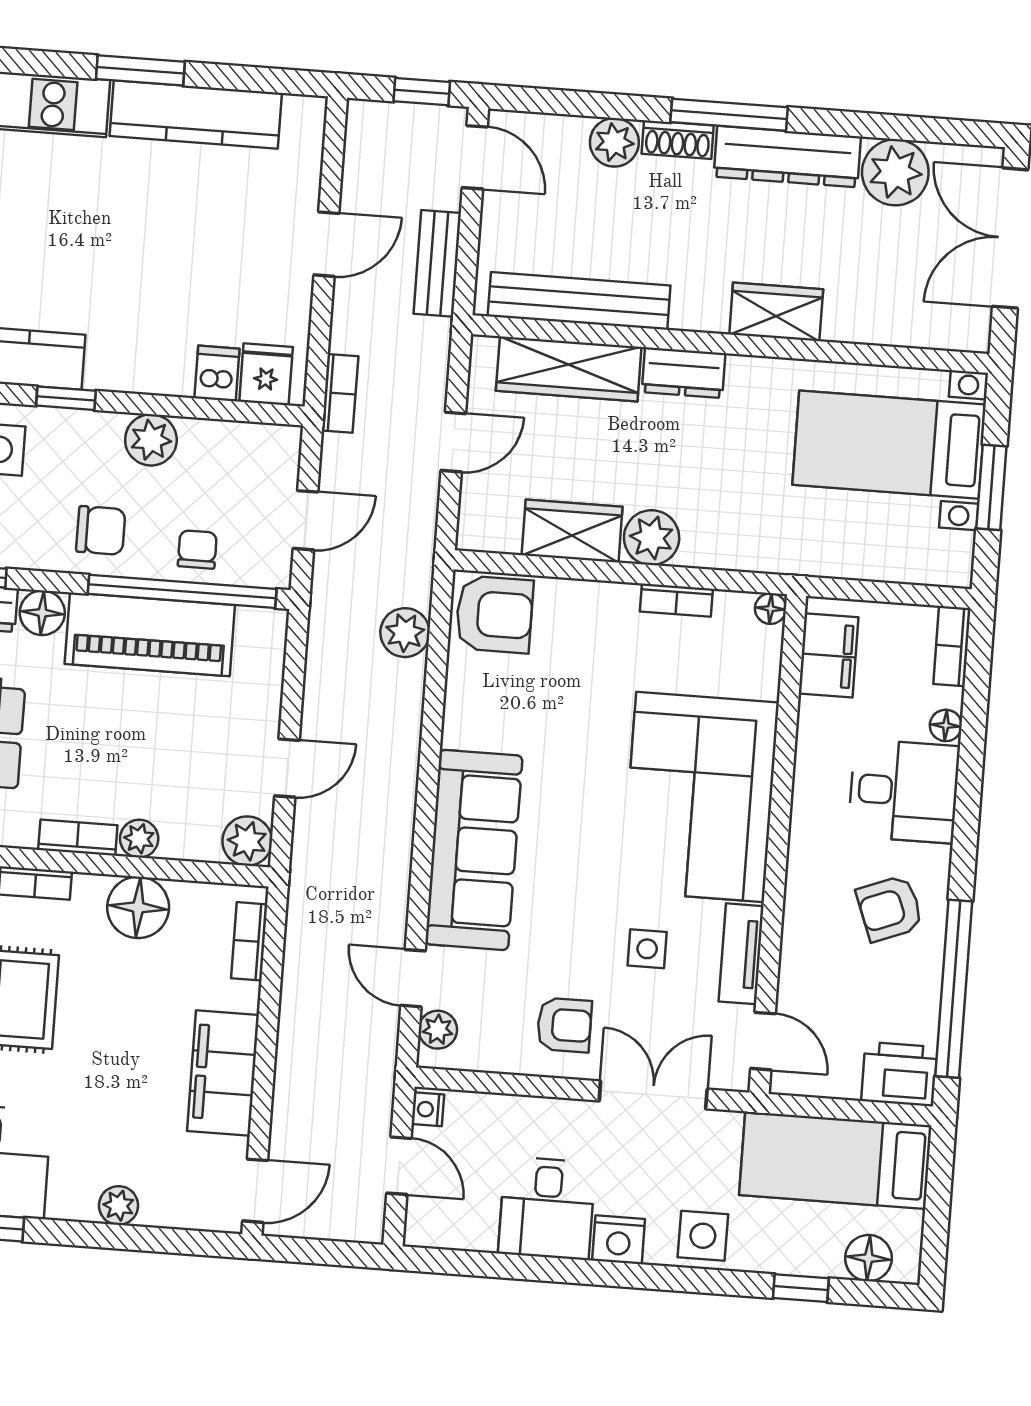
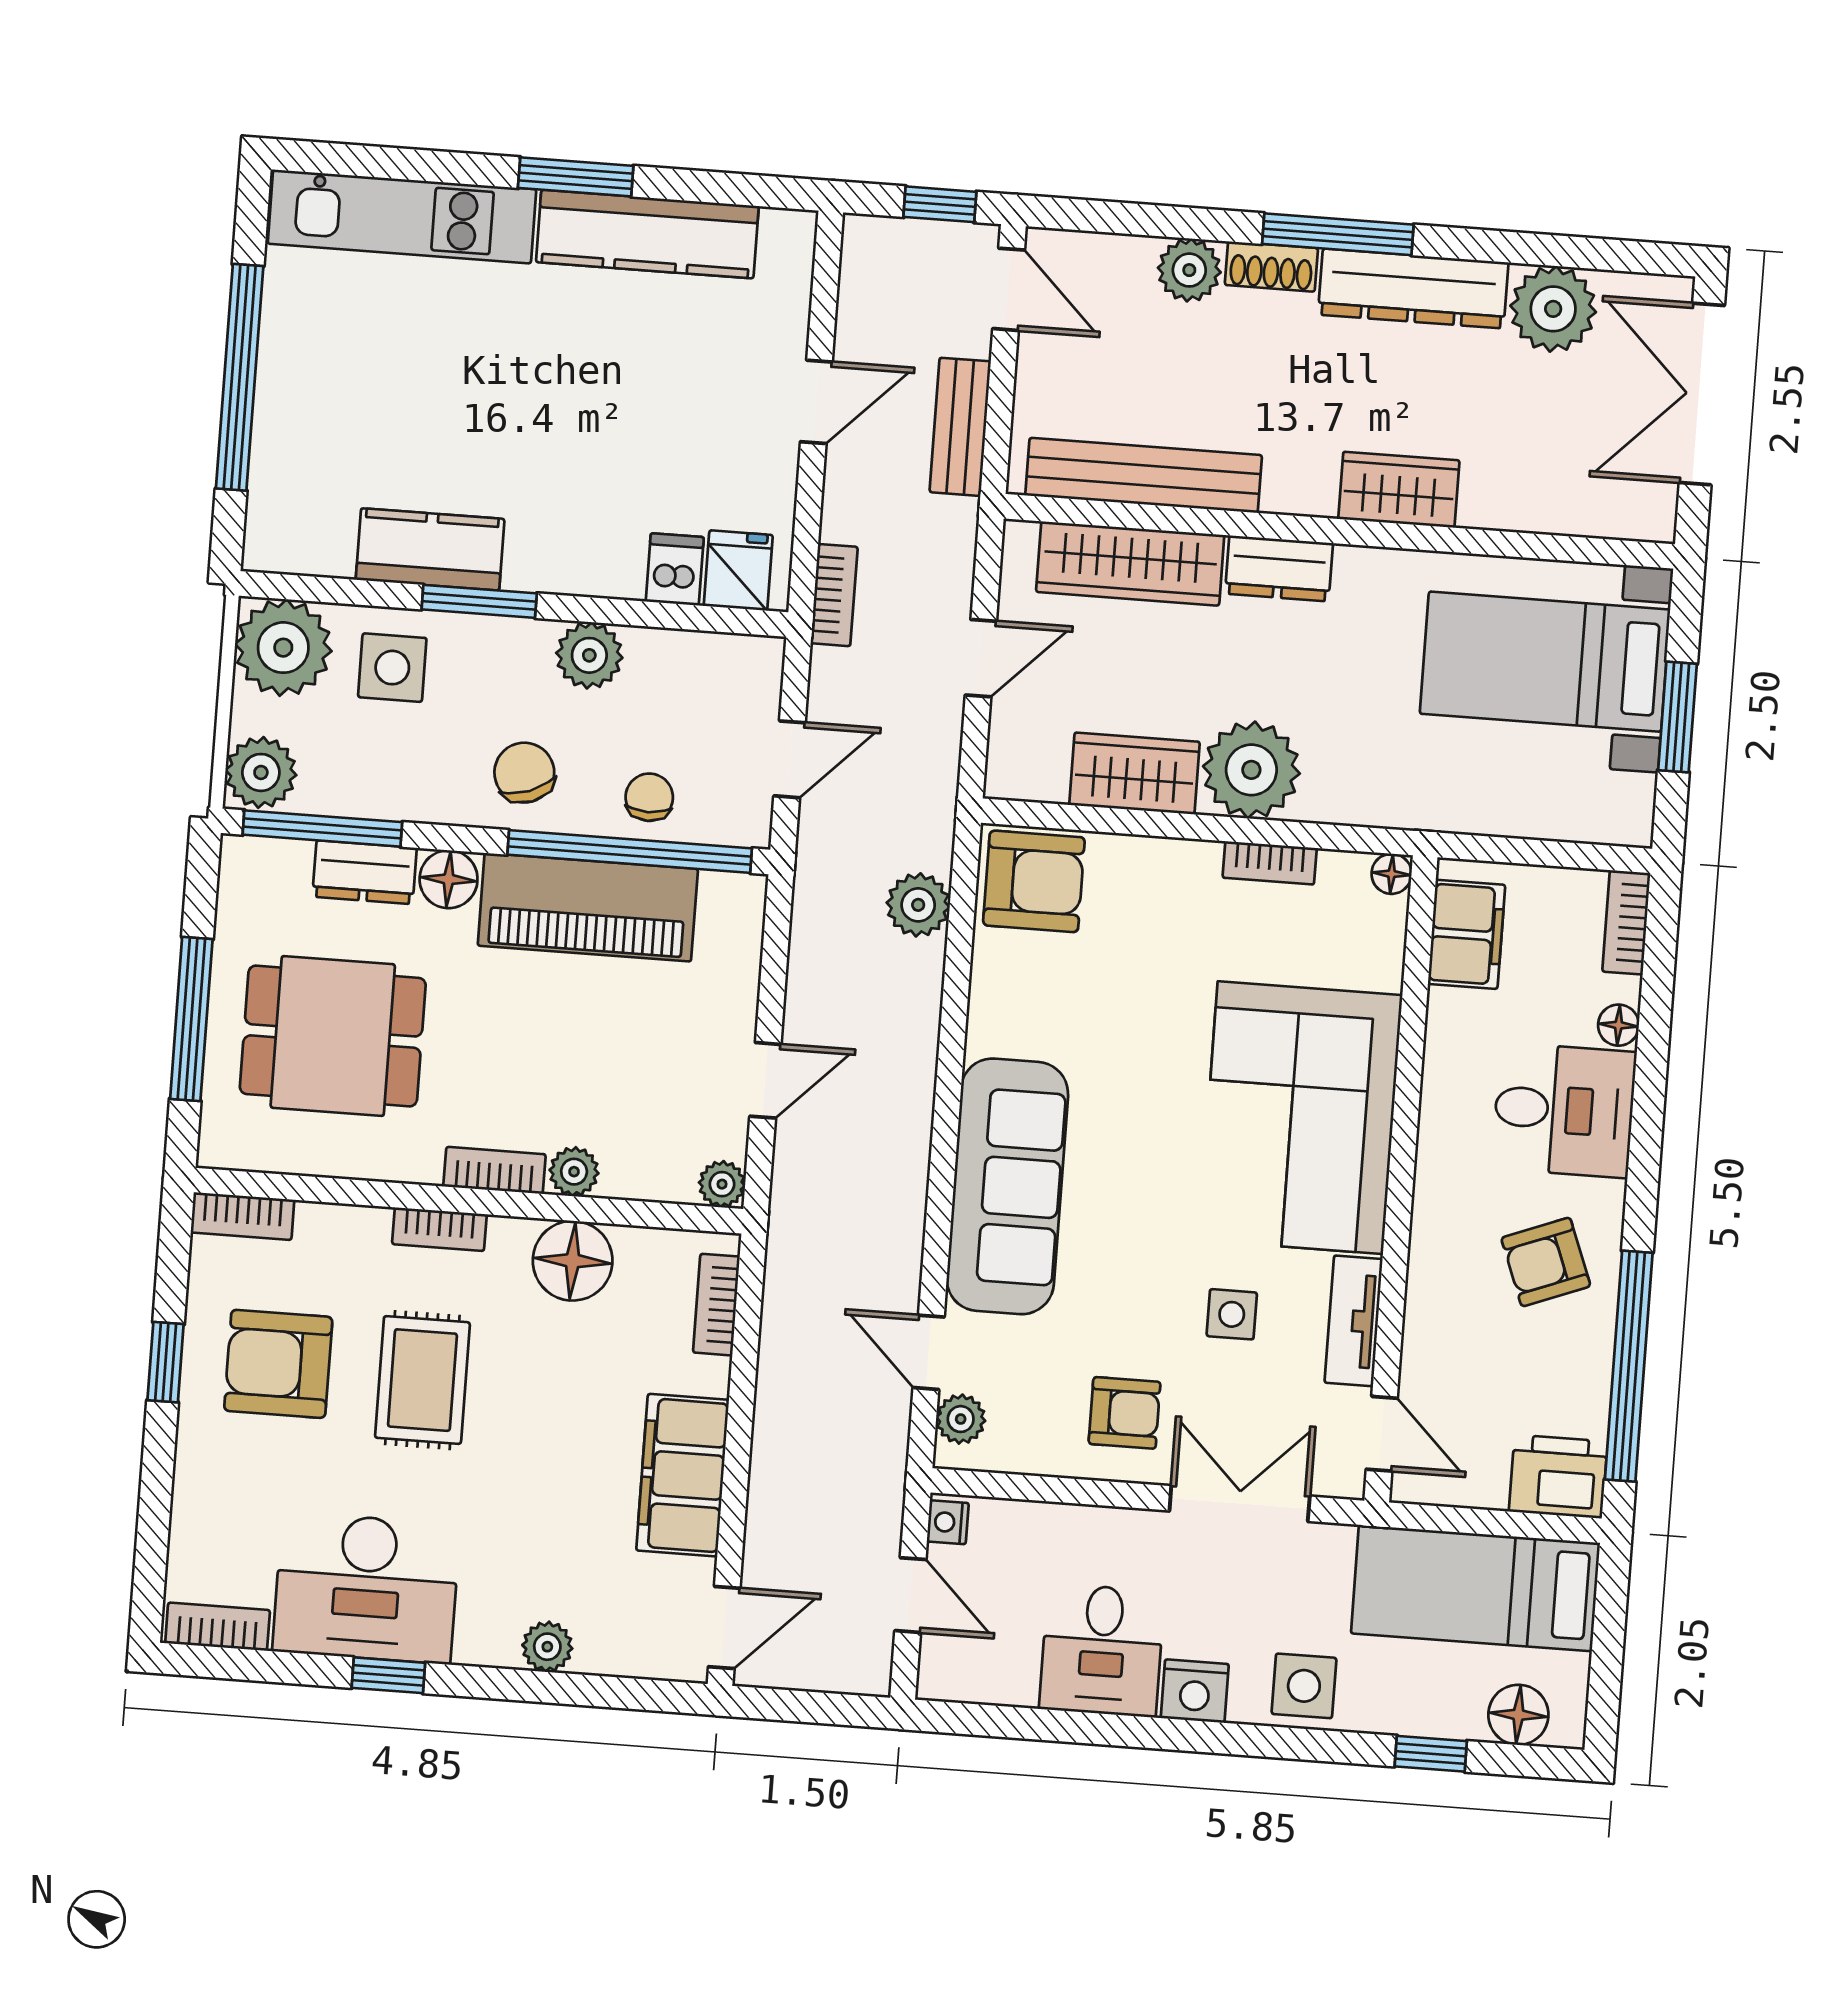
window: (66, 398) -> (479, 601), width x1.50
chair: (101, 530) -> (524, 773), turned -110
plant: (652, 538) -> (1251, 770), width x1.36, depth x1.36
plant: (247, 841) -> (722, 1184), width x0.73, depth x0.73

